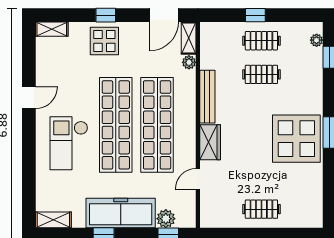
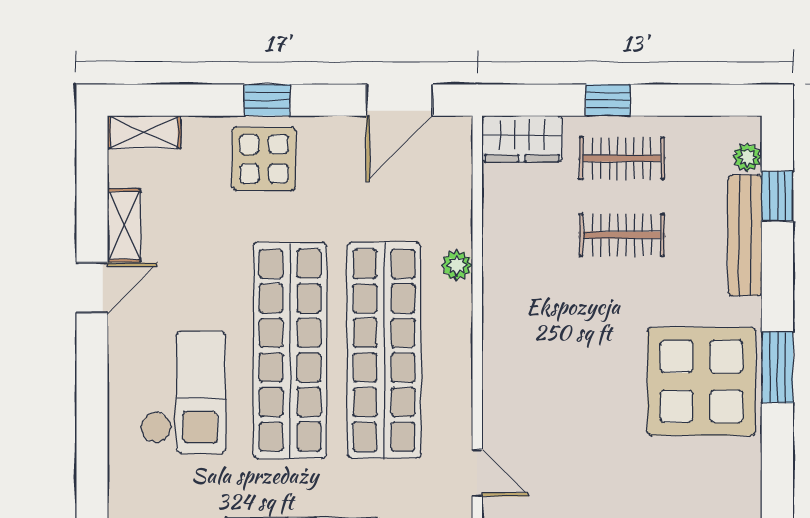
shelving: (189, 38) -> (124, 225), moved
plant: (189, 62) -> (457, 265), moved
bench: (207, 97) -> (745, 235), moved
wardrobe: (210, 142) -> (522, 139), moved, turned 90
checkout: (69, 143) -> (183, 392), turned 180
door: (198, 179) -> (477, 473), swing flipped

